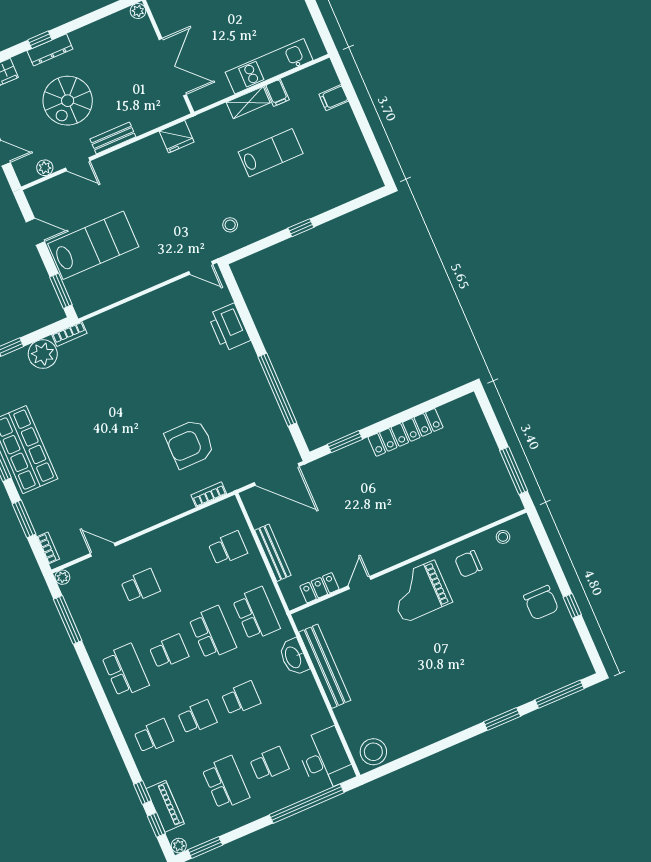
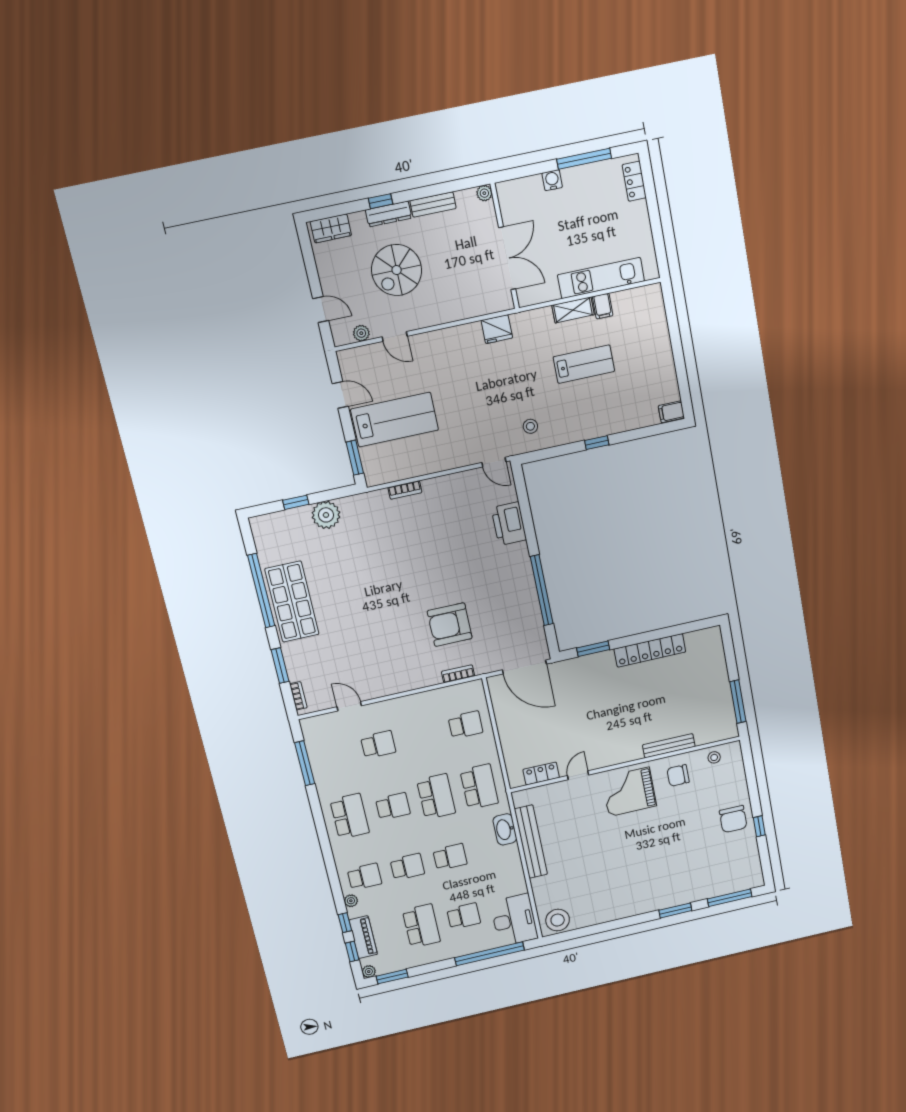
filing cabinet: (334, 98) -> (671, 412), moved
bench: (113, 138) -> (433, 205), moved
bookcase: (69, 334) -> (405, 490), moved
bench: (273, 553) -> (669, 746), moved, turned 90
plant: (62, 577) -> (351, 901), moved

